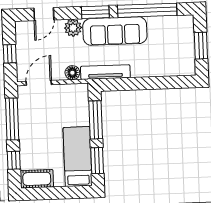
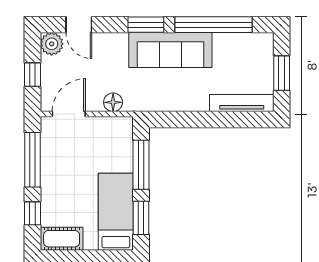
door: (44, 14) -> (79, 25), hinge flipped
plant: (73, 28) -> (52, 44), moved
tv unit: (105, 72) -> (242, 103), moved

